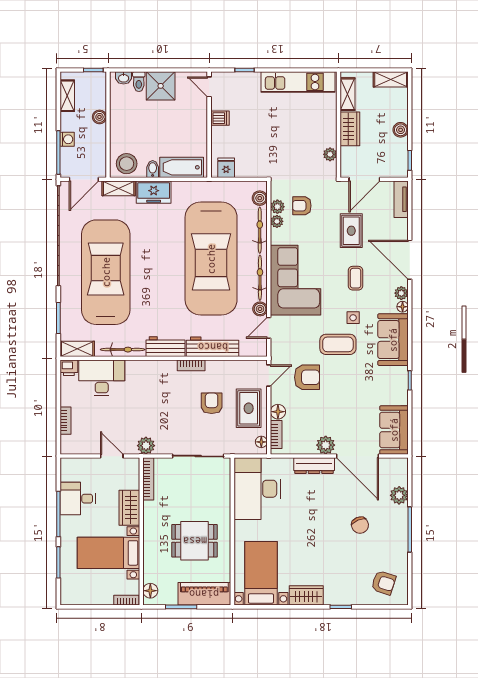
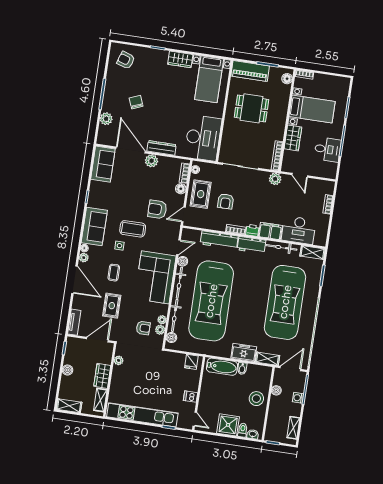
kitchen unit: (298, 82) -> (142, 415), width x1.36
boiler: (99, 117) -> (276, 390), moved
stool: (127, 164) -> (256, 399), moved
car: (211, 259) -> (211, 301), turned 180
printer: (69, 368) -> (252, 230), moved
filing cabinet: (142, 370) -> (270, 231), added

